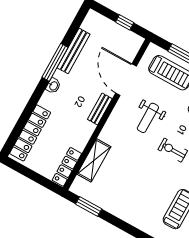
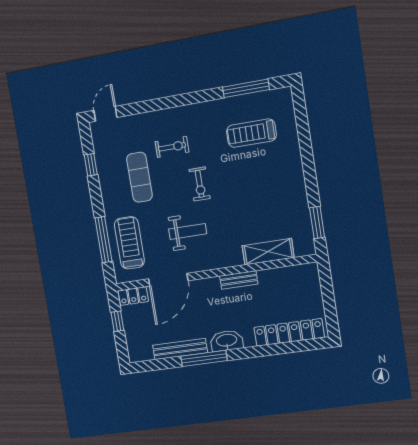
washbasin: (53, 86) -> (227, 341), width x1.91, depth x1.45
bench: (100, 109) -> (239, 280), moved
locker: (67, 167) -> (133, 296), moved, width x0.66

